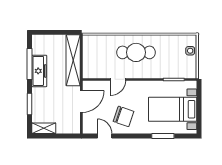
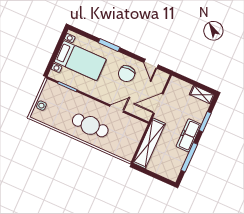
freezer: (39, 71) -> (189, 135), moved
chair: (124, 116) -> (127, 74), turned -109
window: (163, 136) -> (109, 45), moved

